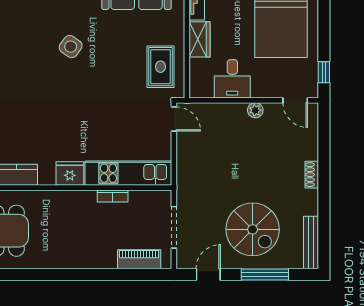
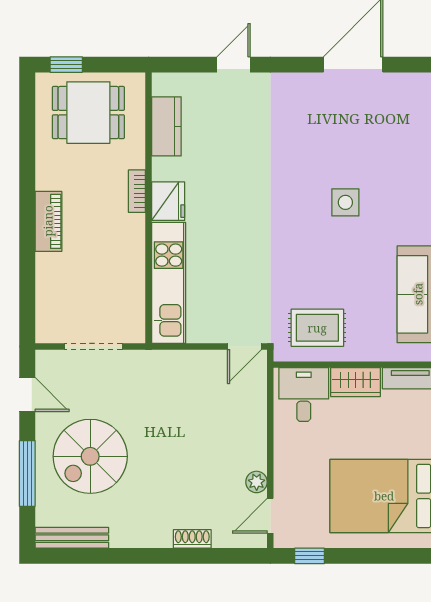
side table: (71, 47) -> (345, 202), turned -35
desk: (232, 79) -> (304, 395), moved, turned 90
plant: (255, 110) -> (257, 482), moved
shoe rack: (312, 175) -> (192, 539), moved
bookcase: (113, 196) -> (137, 191), moved
piano: (139, 259) -> (48, 221), moved

